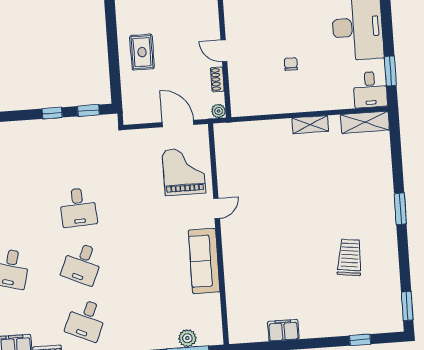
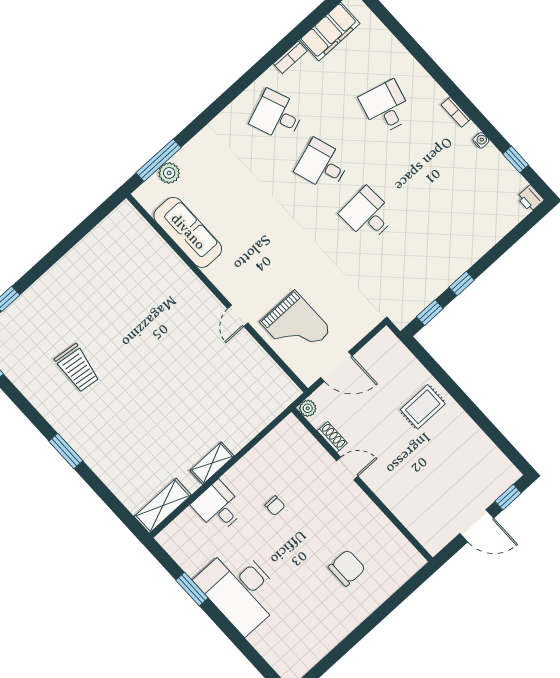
rug: (142, 52) -> (423, 407), turned 90
window: (390, 71) -> (192, 589), moved
desk: (370, 90) -> (218, 507), moved
sofa: (204, 261) -> (188, 232), moved
desk: (82, 264) -> (322, 165), turned -42
desk: (86, 320) -> (277, 115), turned -45
filing cabinet: (283, 330) -> (85, 251), removed

